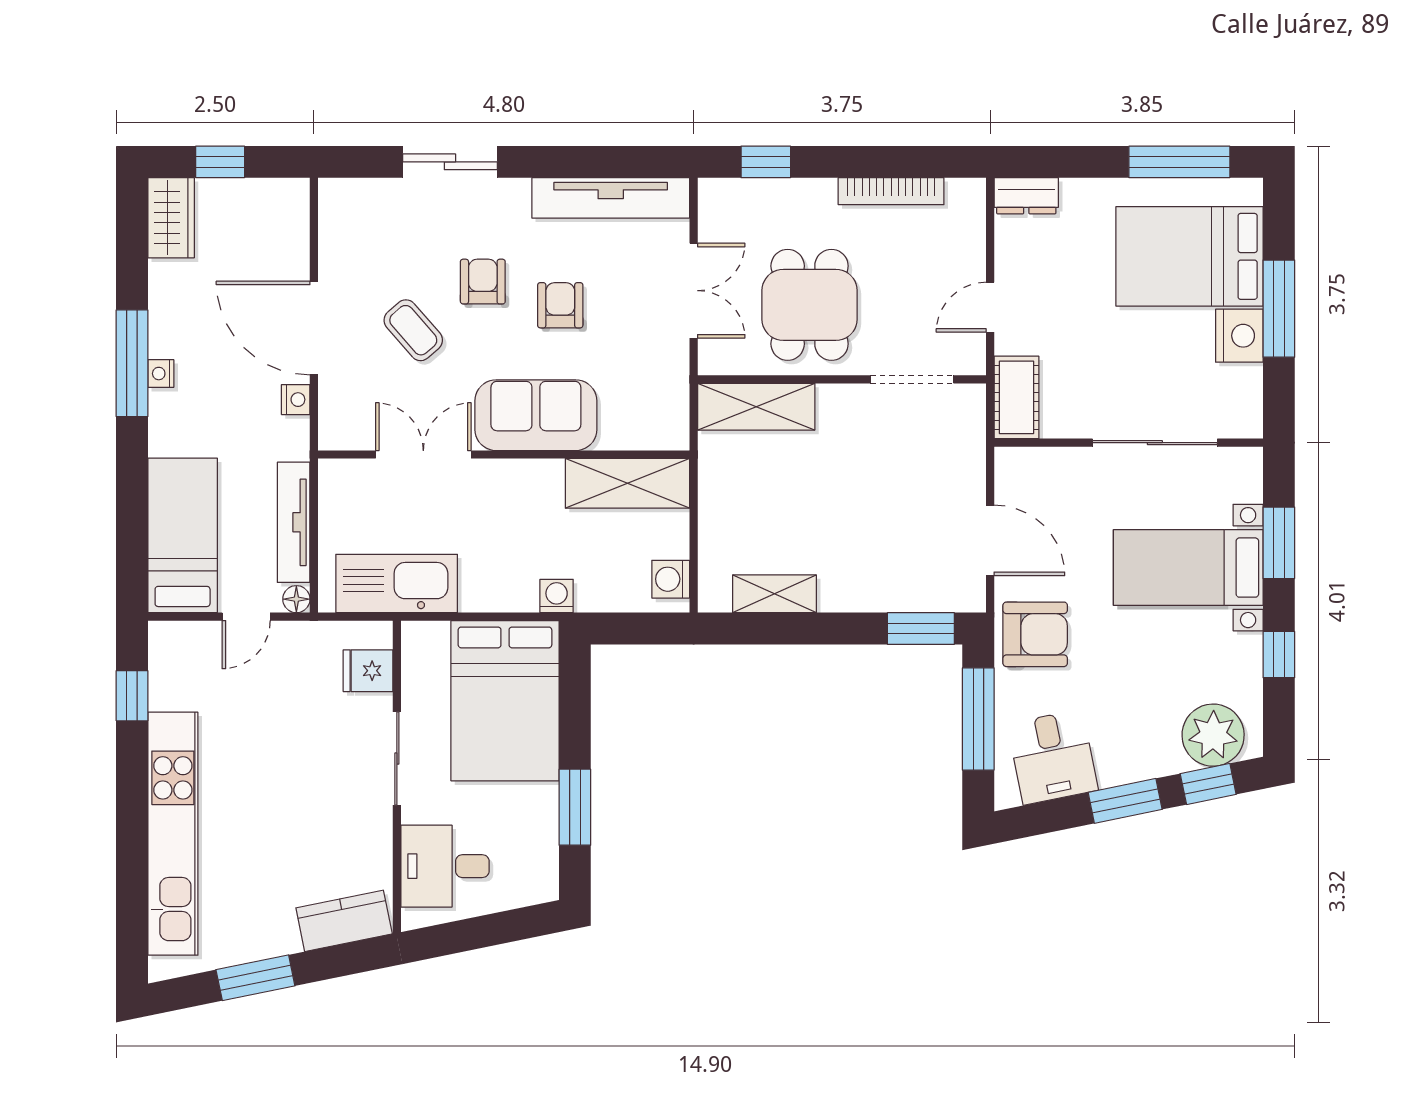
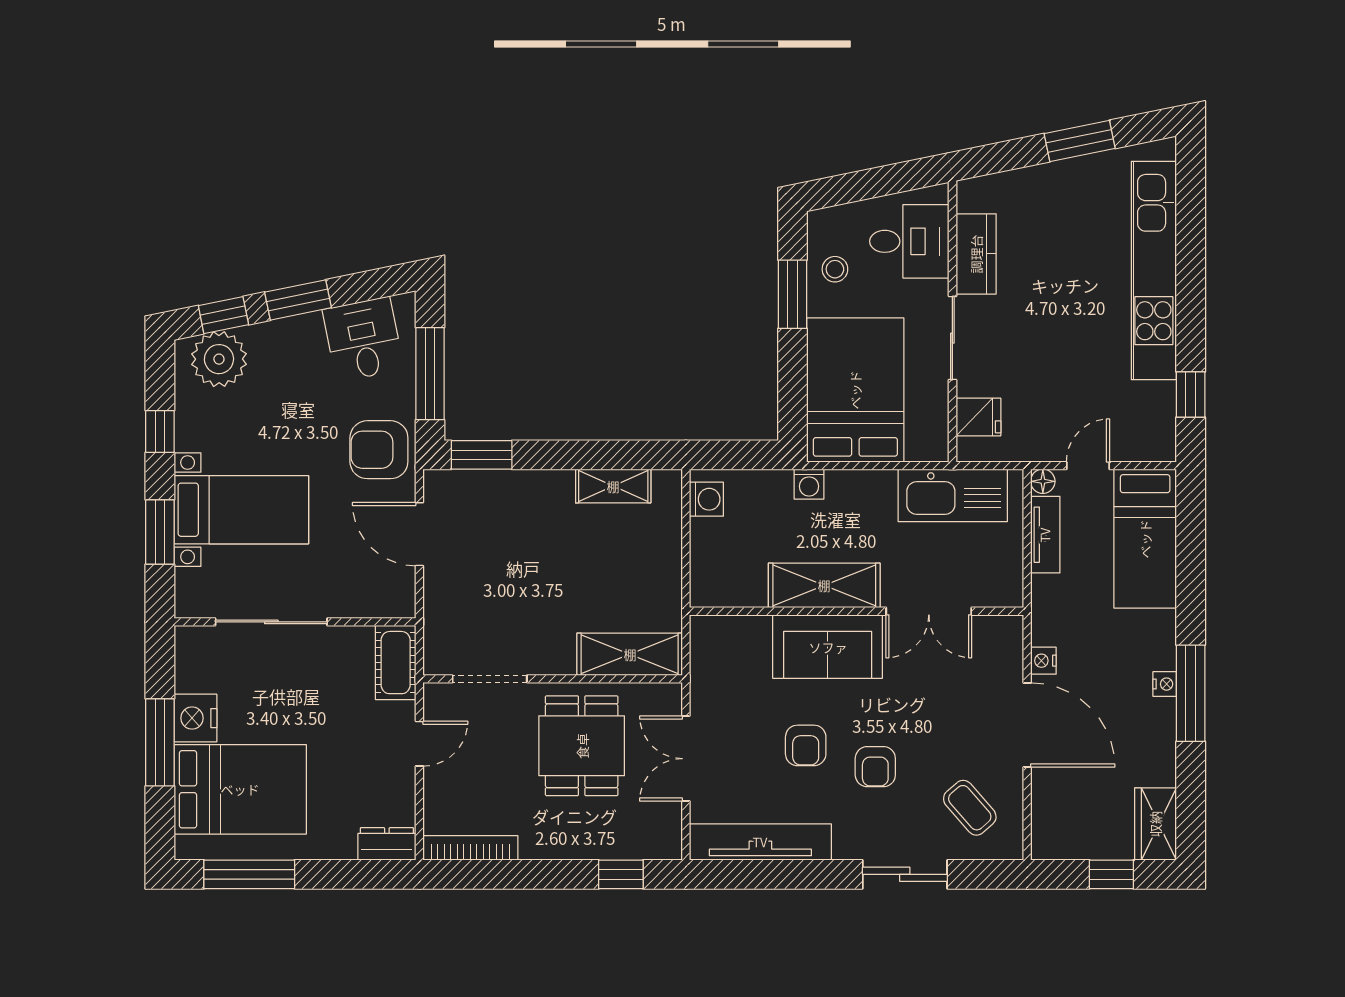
bookcase: (891, 191) -> (470, 848), moved
coffee table: (413, 330) -> (970, 808), moved
shelving: (627, 483) -> (824, 585), moved
tv unit: (294, 522) -> (1045, 535), width x0.71
stool: (528, 835) -> (835, 269), added
kitchen counter: (344, 921) -> (976, 254), moved, turned -79

